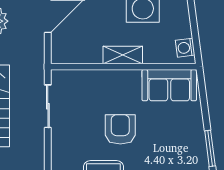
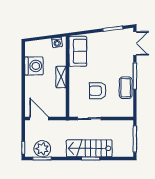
armchair: (120, 129) -> (98, 91), moved

